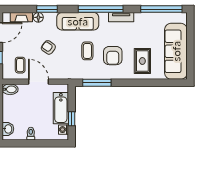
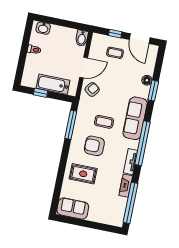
fireplace: (21, 17) -> (126, 186), moved
armchair: (48, 47) -> (92, 89), moved
sofa: (176, 51) -> (73, 209), width x0.54, depth x0.79
coffee table: (20, 65) -> (115, 53), moved
washing machine: (63, 130) -> (32, 83), removed

